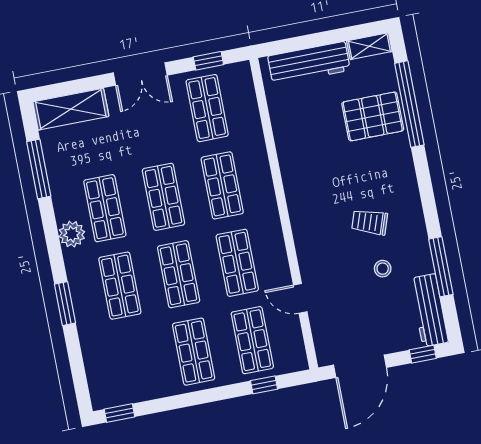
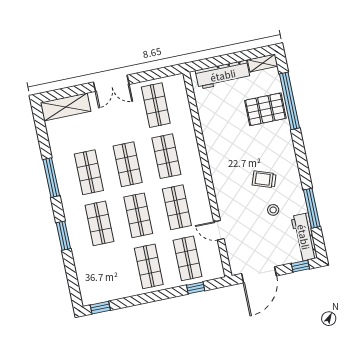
window: (208, 61) -> (156, 74), removed
window: (39, 169) -> (51, 178), moved
plant: (72, 234) -> (67, 190), removed

